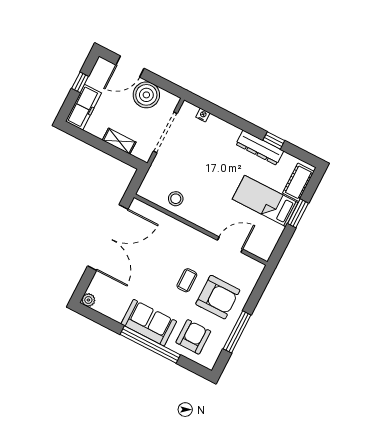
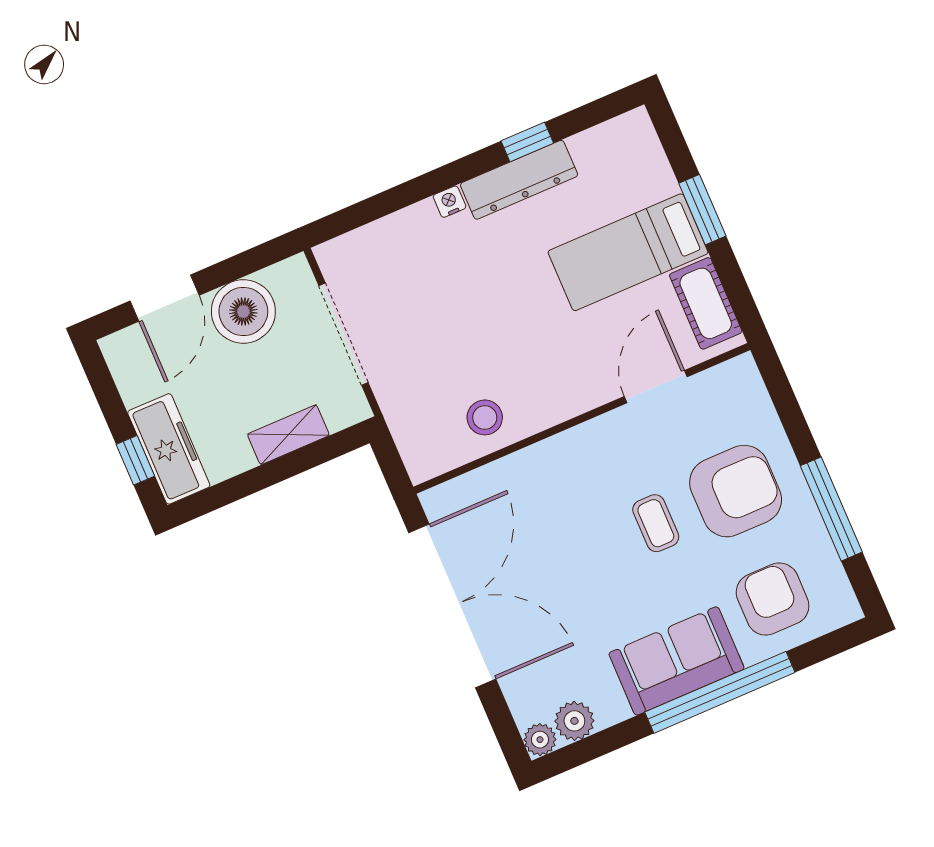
window: (80, 82) -> (135, 460), moved
nightstand: (203, 115) -> (450, 202), moved
cot: (298, 182) -> (706, 303), moved
plant: (103, 306) -> (574, 721), added

